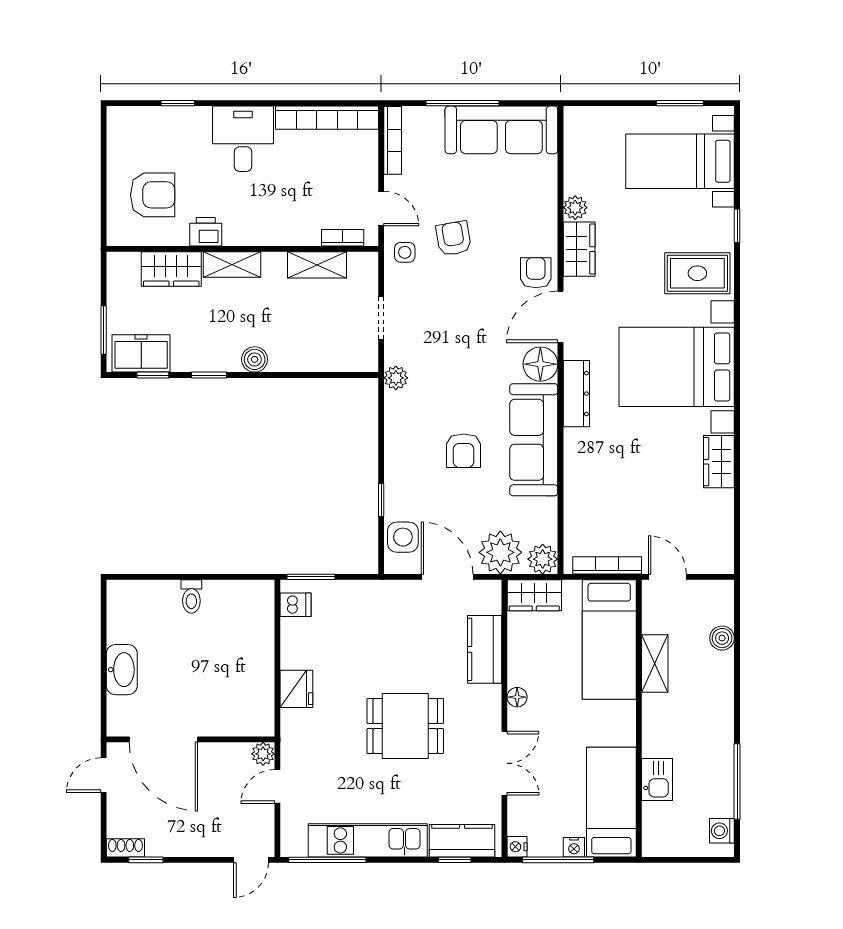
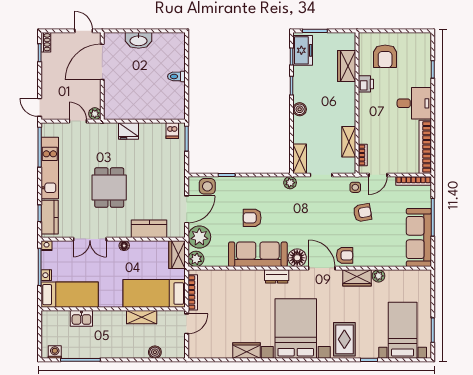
shelving: (232, 265) -> (300, 159), moved
dresser: (576, 394) -> (277, 276), width x0.70

